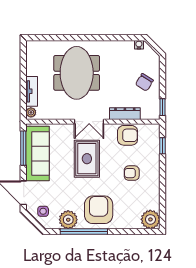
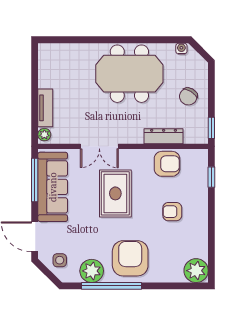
meeting table: (77, 73) -> (129, 74), moved, turned 90
double door: (89, 122) -> (99, 146), moved

